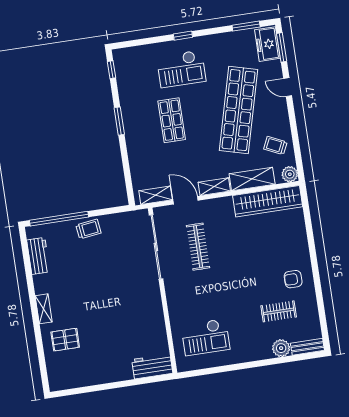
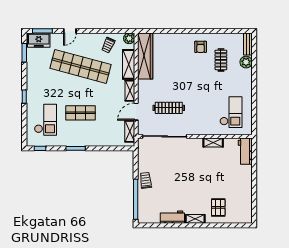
checkout: (181, 69) -> (46, 120), moved
workbench: (38, 256) -> (172, 217), moved
shelving: (158, 318) -> (213, 143), added

